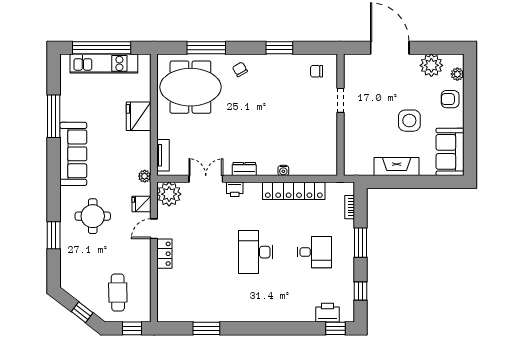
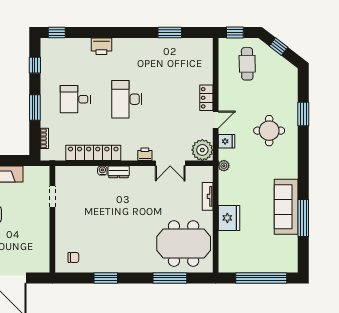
kitchen unit: (104, 63) -> (259, 264), removed
chair: (240, 69) -> (140, 259), removed
doorway: (340, 100) -> (52, 197), moved
sofa: (73, 154) -> (286, 207), moved
tv unit: (163, 155) -> (208, 196), moved
dresser: (244, 169) -> (119, 172), moved
desk: (256, 252) -> (127, 99), turned 180
printer: (328, 313) -> (101, 46), moved

